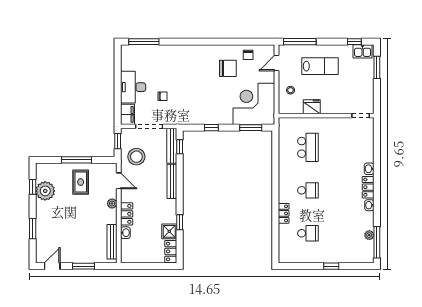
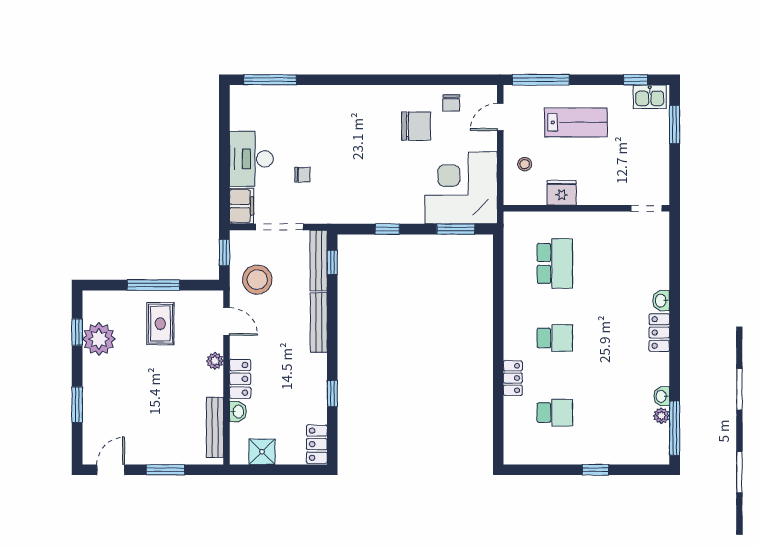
washbasin: (369, 205) -> (662, 396), moved
shower: (169, 231) -> (262, 452), moved

